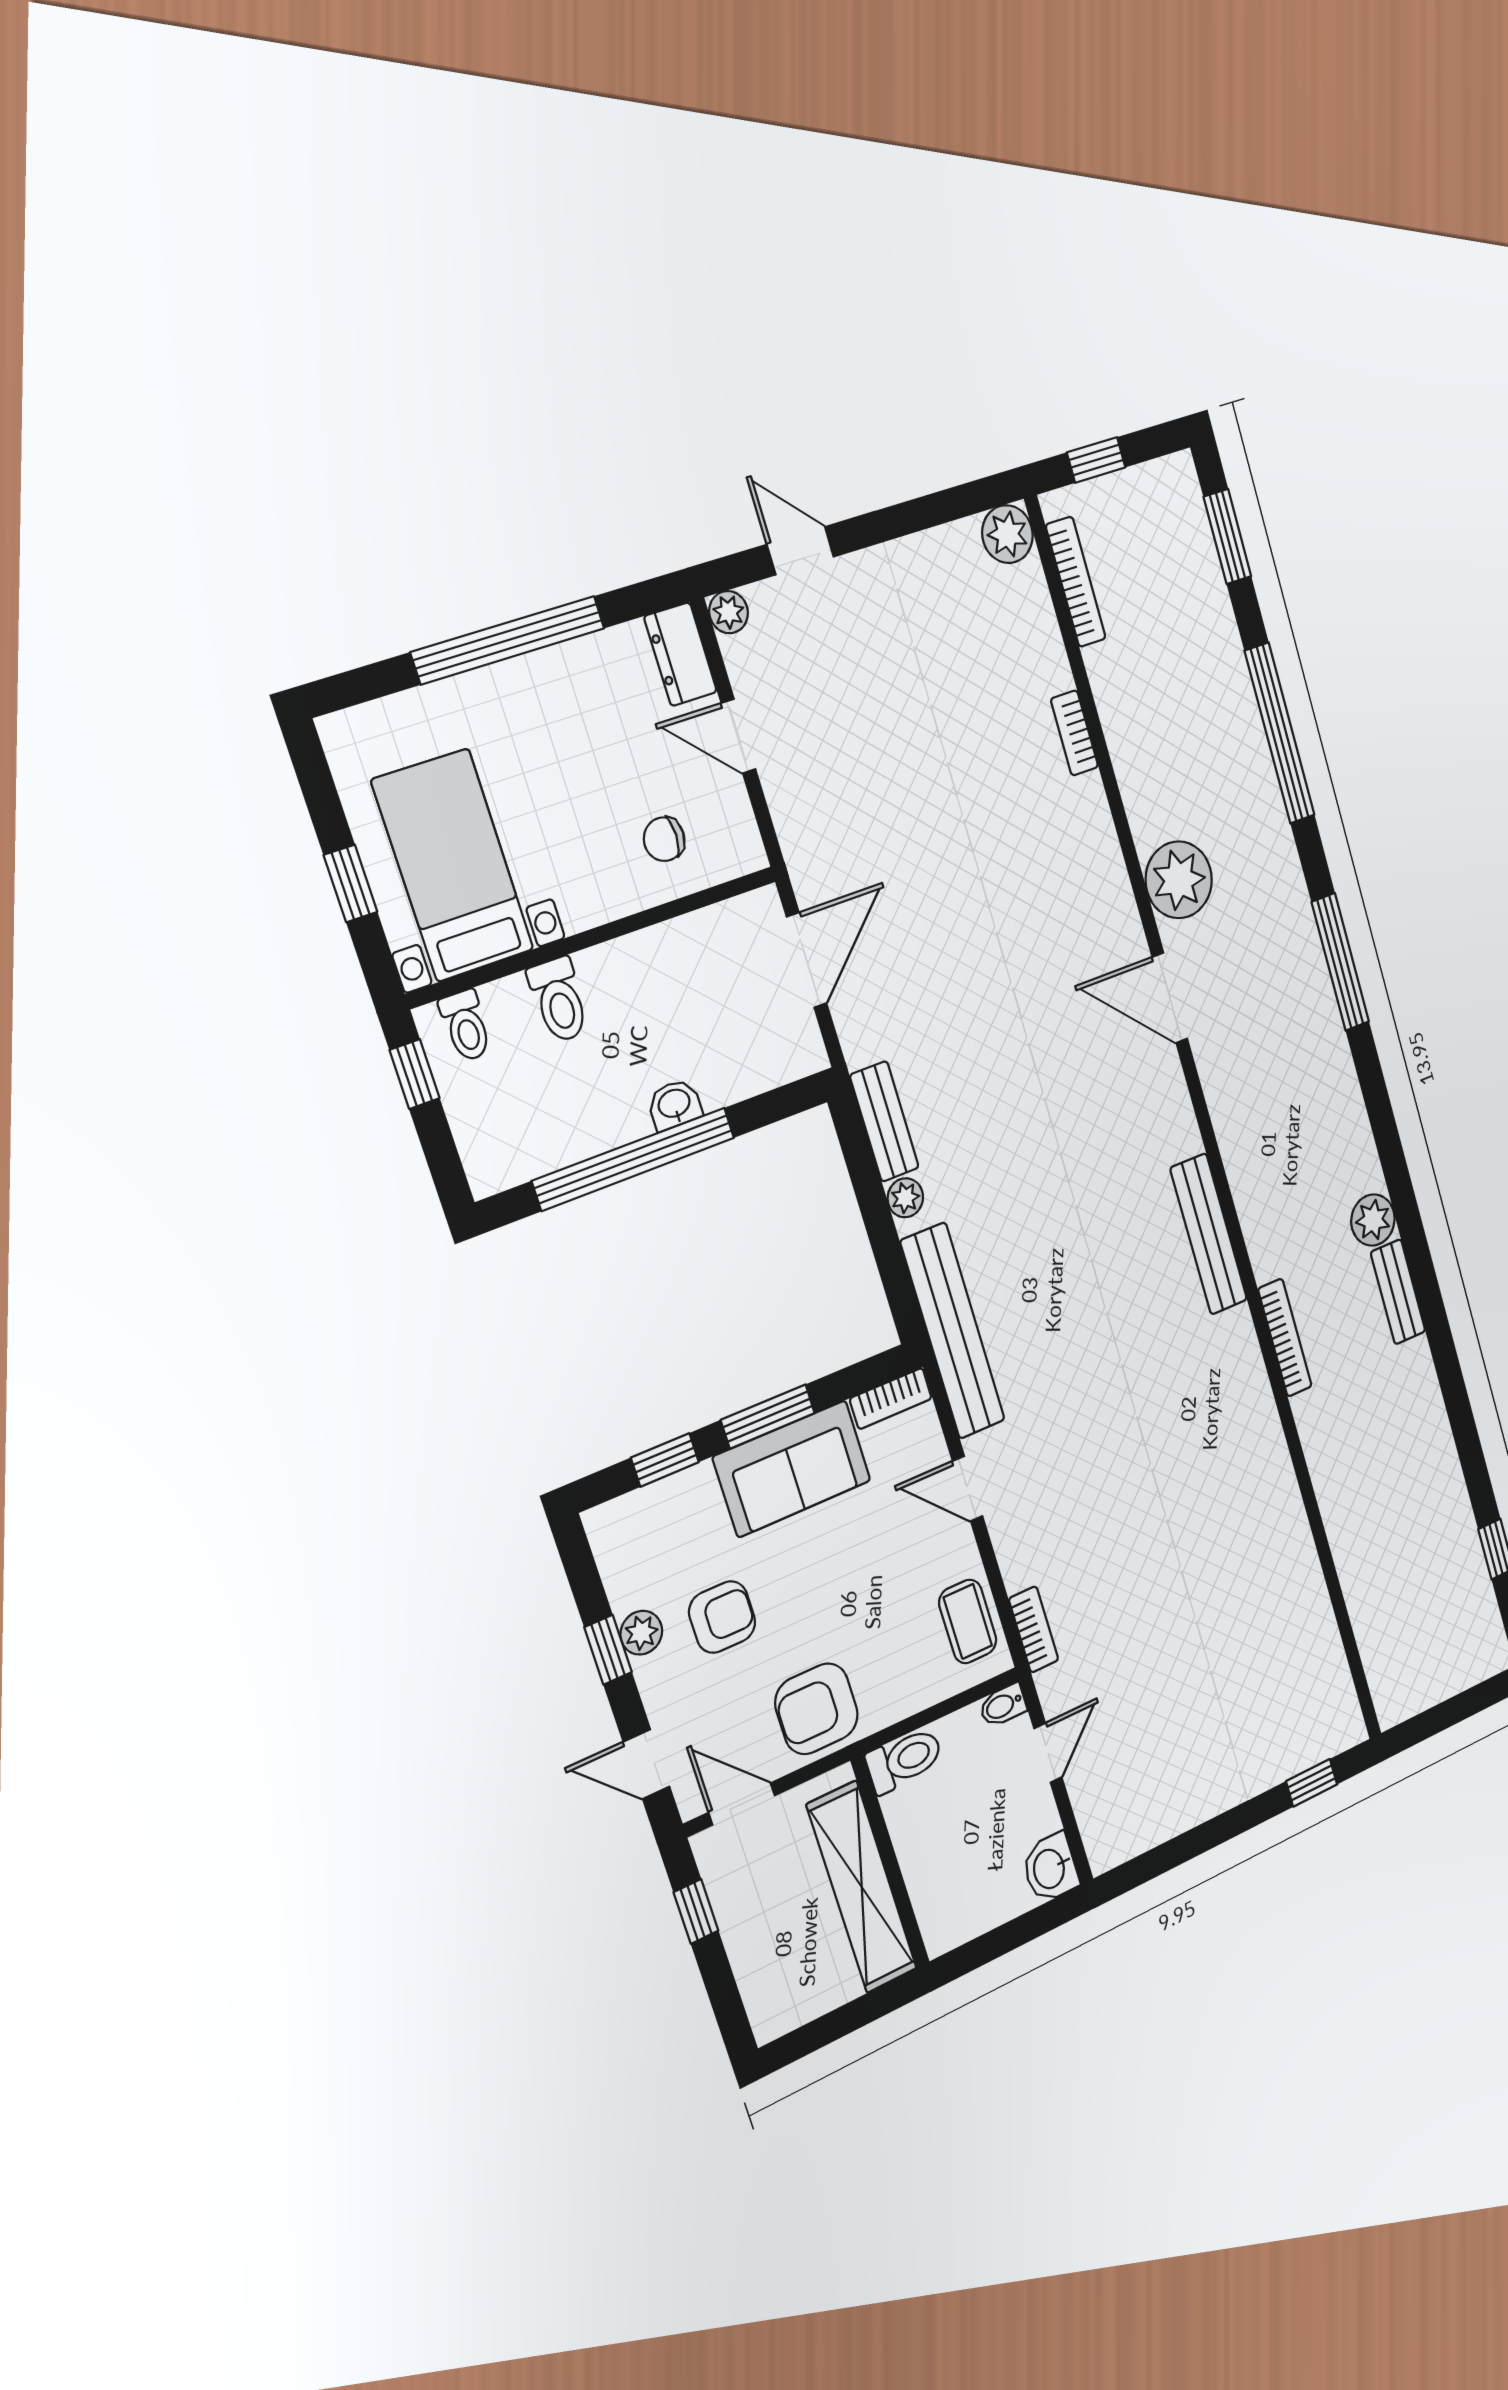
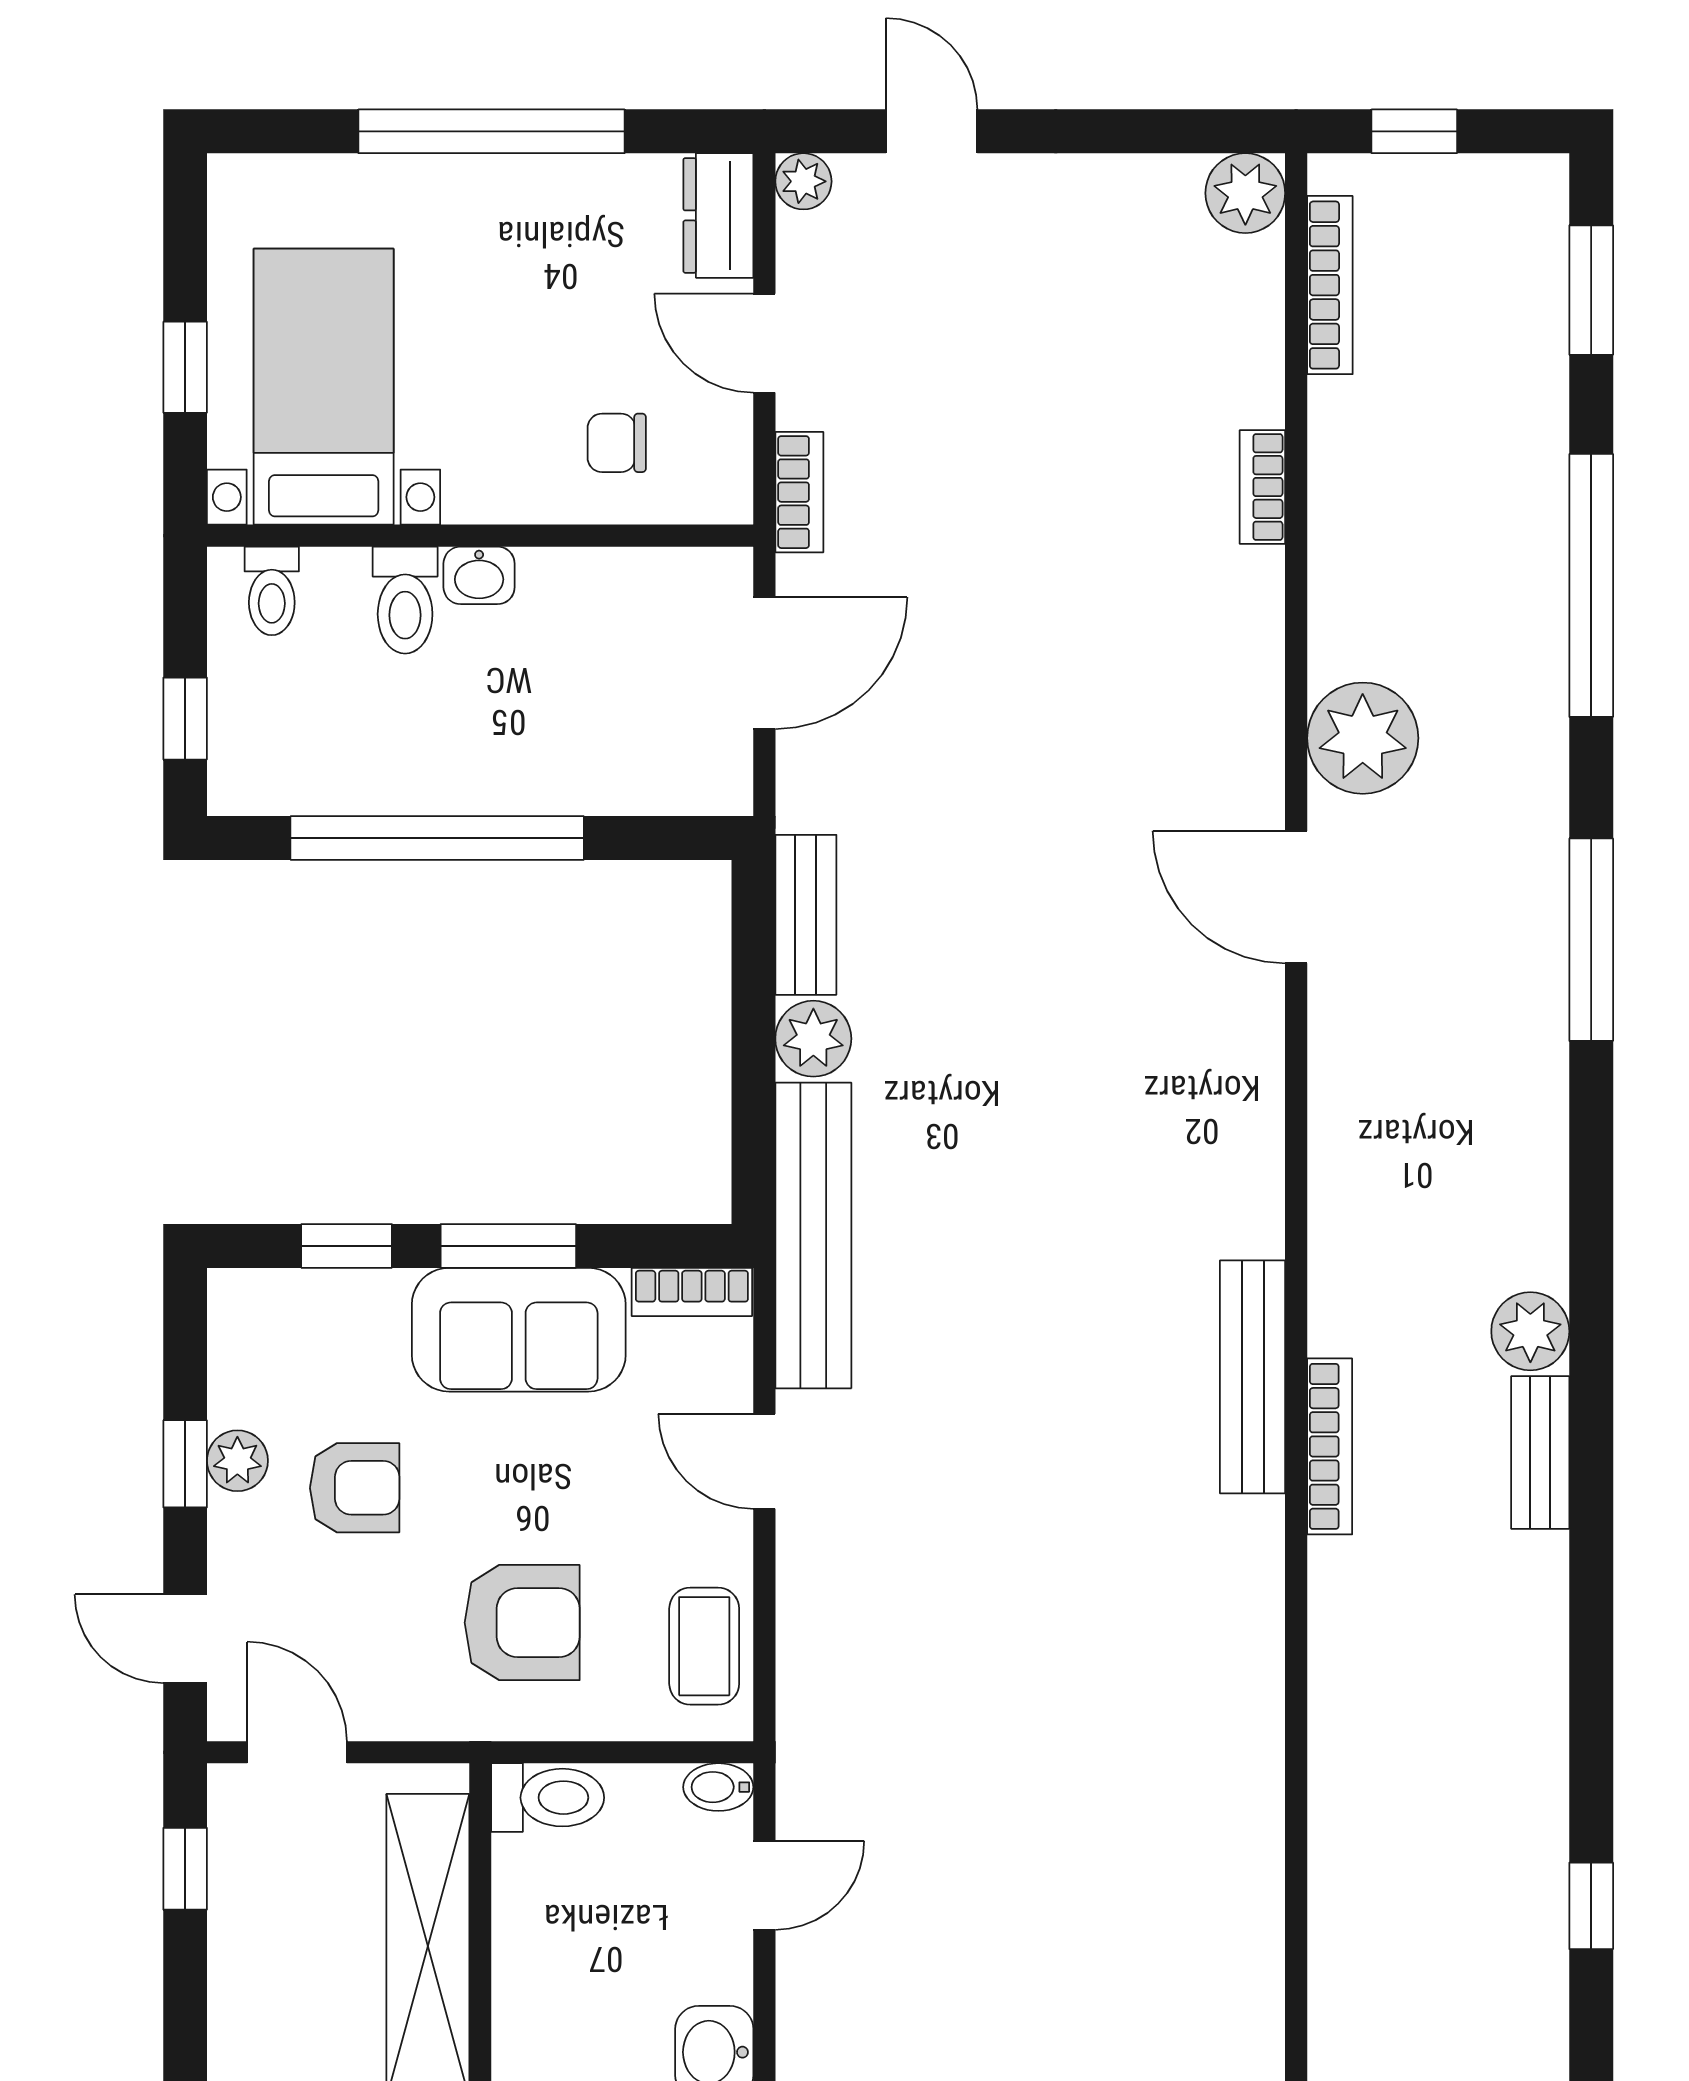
window: (415, 1074) -> (185, 719), moved
washbasin: (674, 1104) -> (479, 575), moved, turned 180
plant: (905, 1198) -> (813, 1039), width x1.38, depth x1.38
bench: (1209, 1234) -> (1253, 1377), moved
bookcase: (1034, 1629) -> (799, 492), moved
armchair: (817, 1709) -> (522, 1623), moved, turned 180

